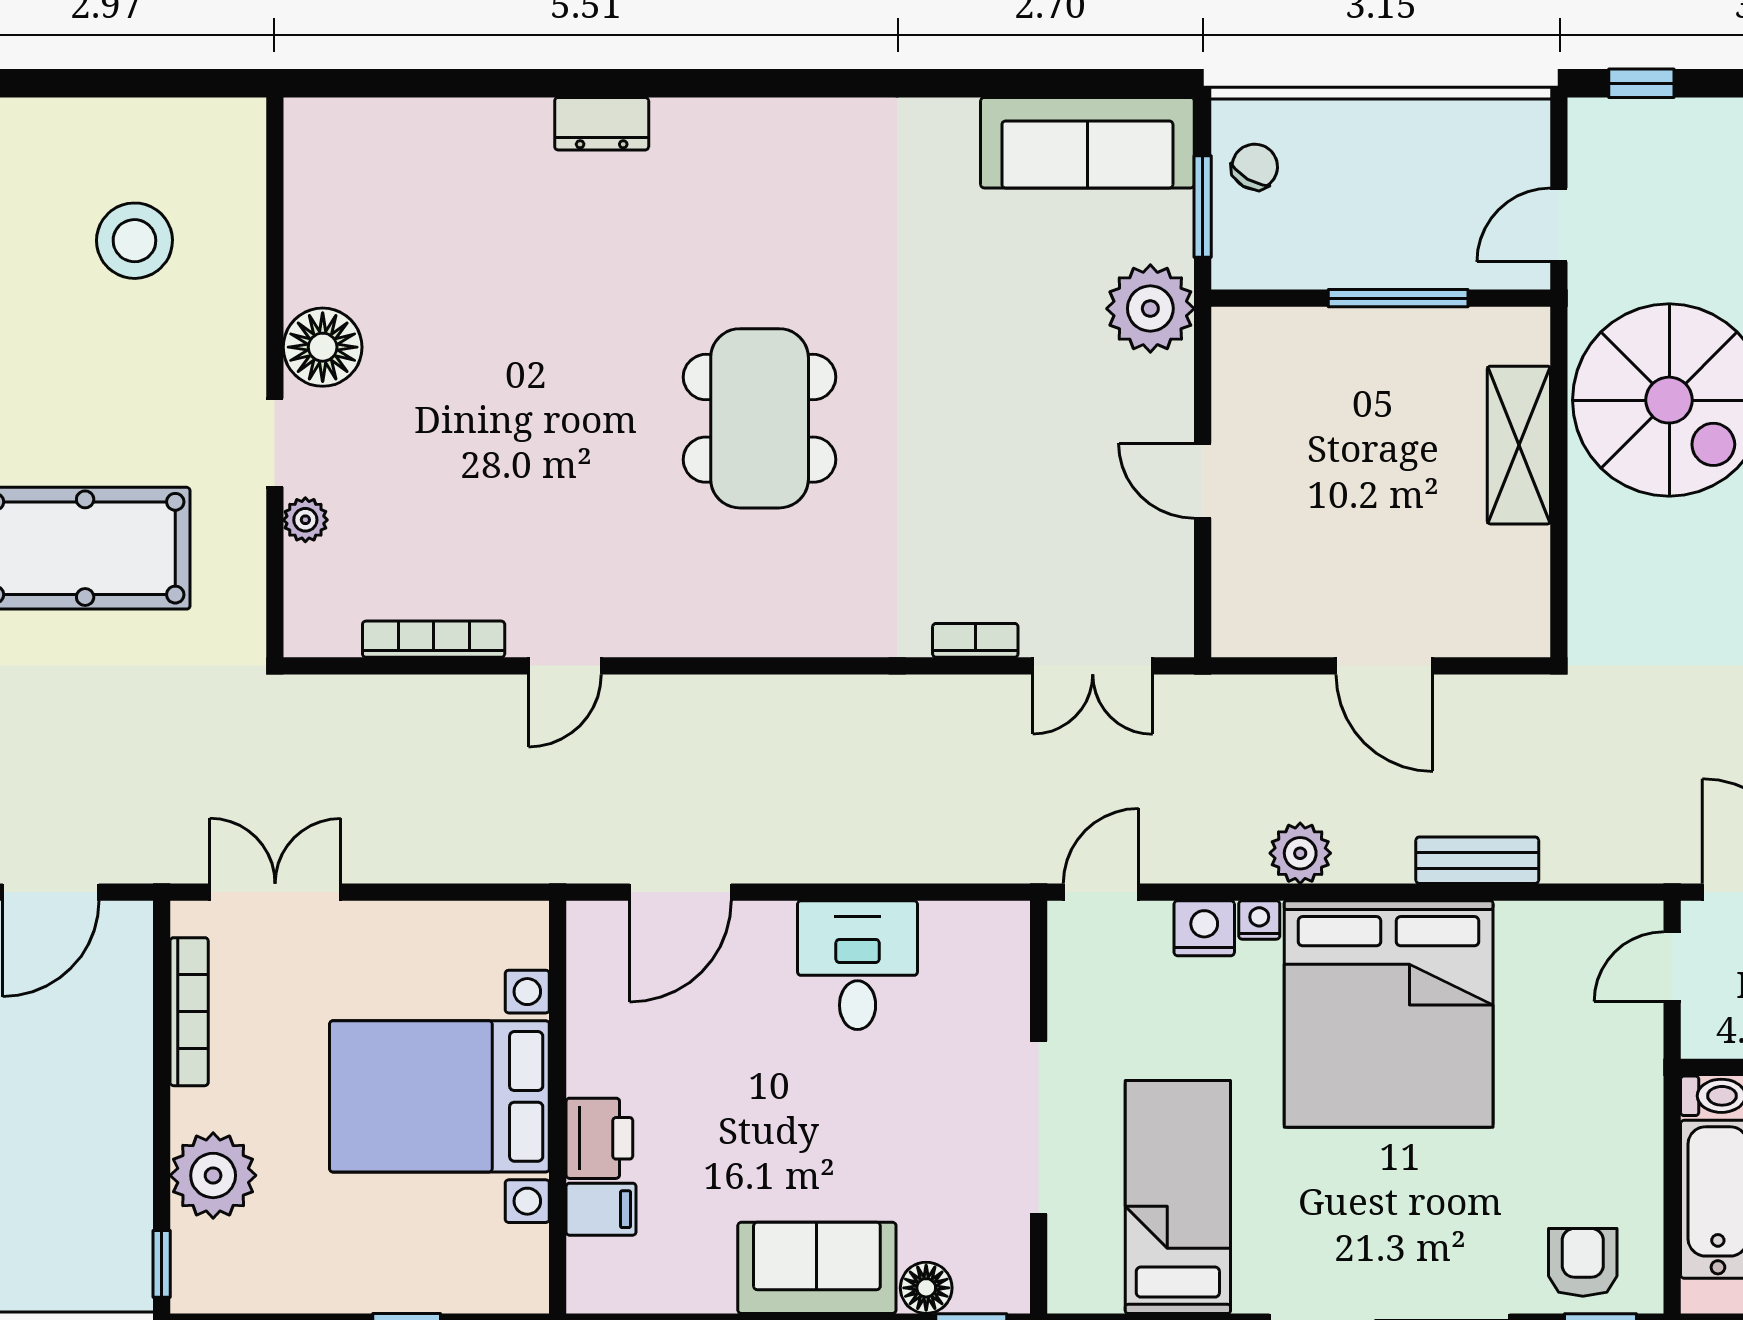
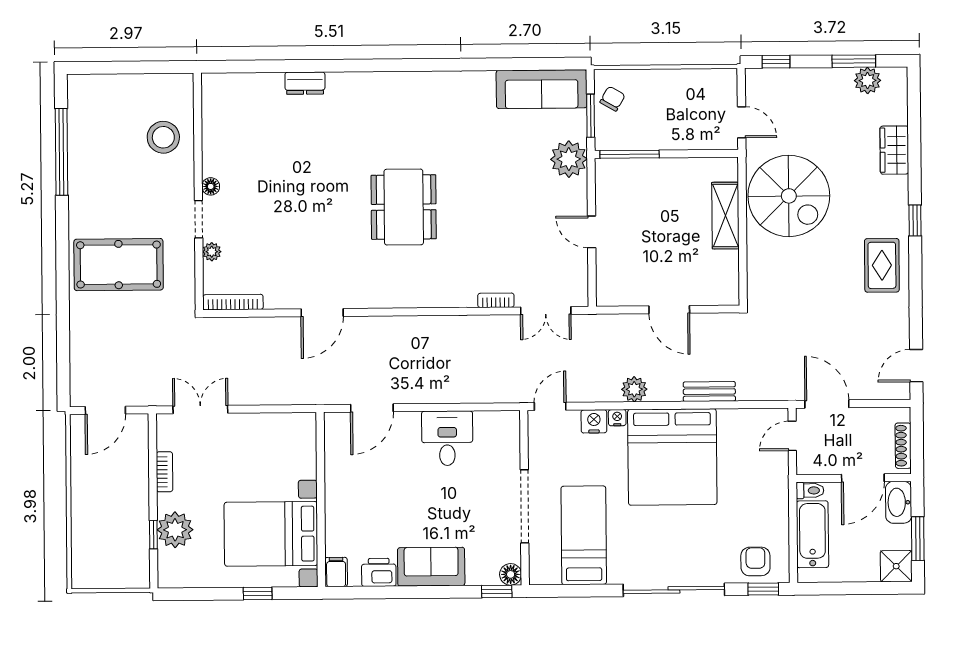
dresser: (602, 124) -> (305, 83), moved
door: (1559, 225) -> (742, 122), swing flipped
stool: (134, 241) -> (163, 137), moved
window: (1398, 298) -> (630, 154), moved
floor lamp: (323, 347) -> (211, 186), width x0.53, depth x0.53
bookcase: (434, 639) -> (233, 302), moved
door: (565, 666) -> (322, 313), width x1.37
bookcase: (189, 1012) -> (164, 472), width x0.64
bed with nightstands: (439, 1096) -> (271, 534), moved
printer: (599, 1138) -> (379, 572), moved, turned -90
filing cabinet: (601, 1209) -> (336, 572), moved, turned -90
window: (162, 1264) -> (153, 535), moved
floor lamp: (926, 1288) -> (511, 574), moved

